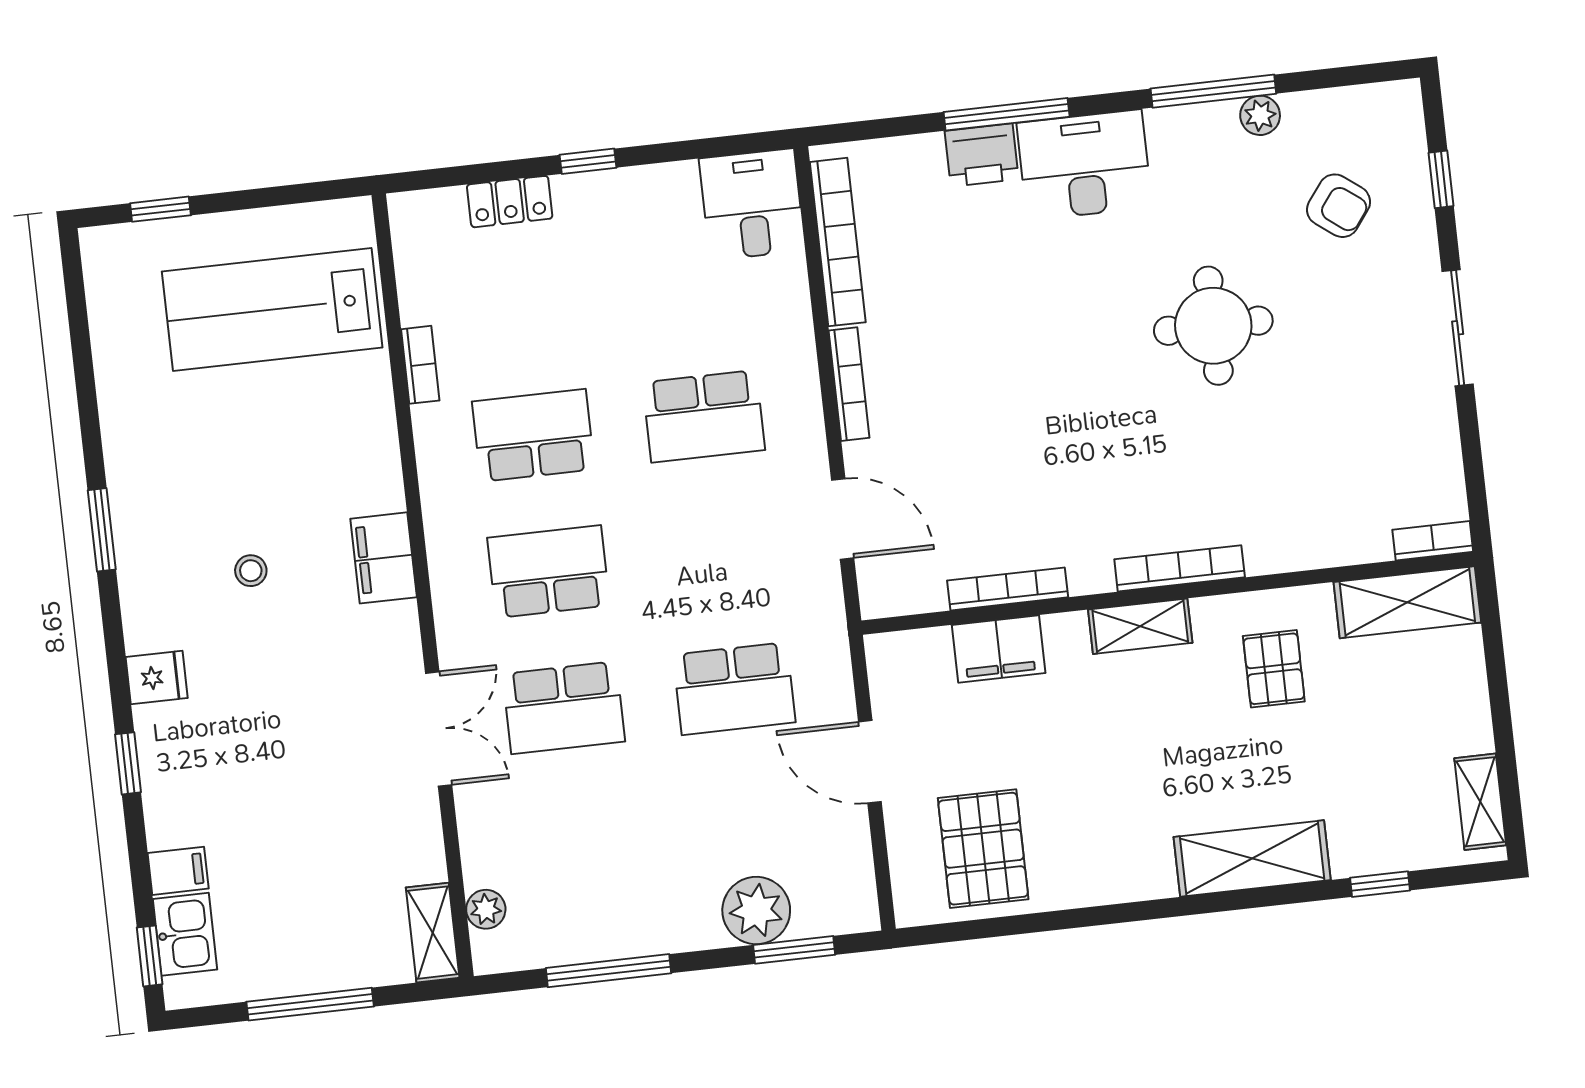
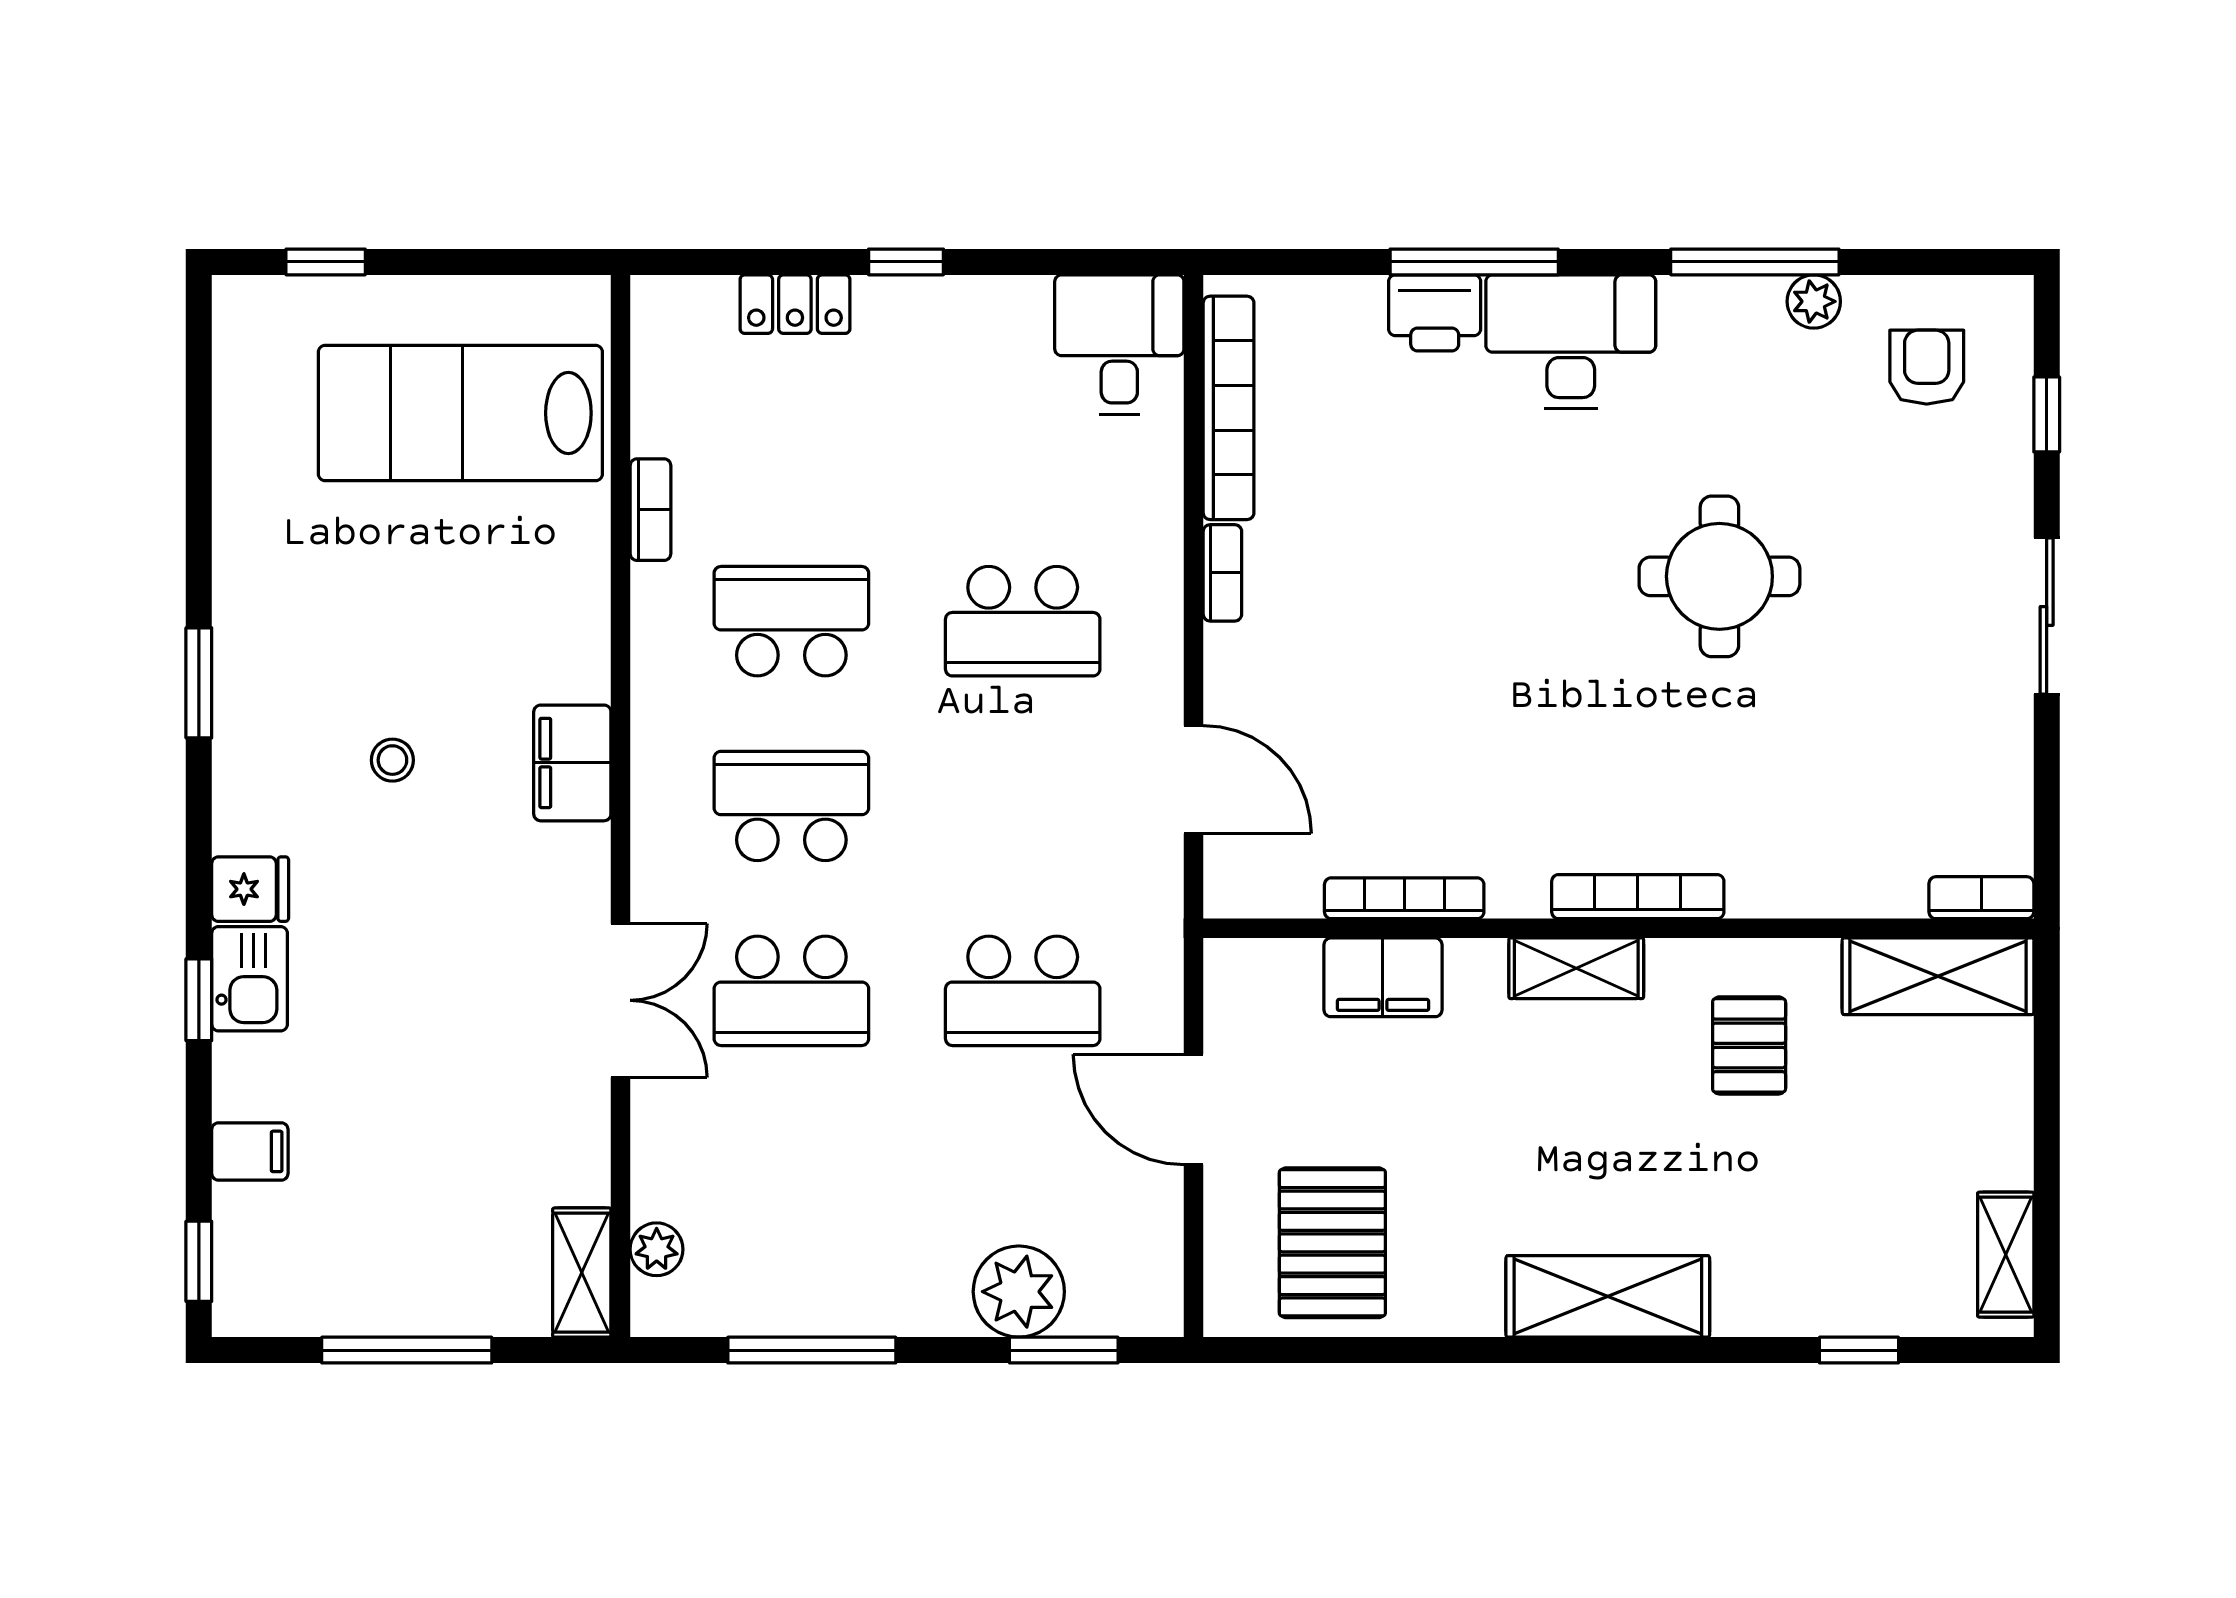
armchair: (1339, 206) -> (1927, 367), moved, turned -127
bookcase: (849, 384) -> (1222, 573), width x0.64
shelving: (1252, 858) -> (1608, 1296), moved
kitchen sink: (185, 934) -> (250, 979), moved

